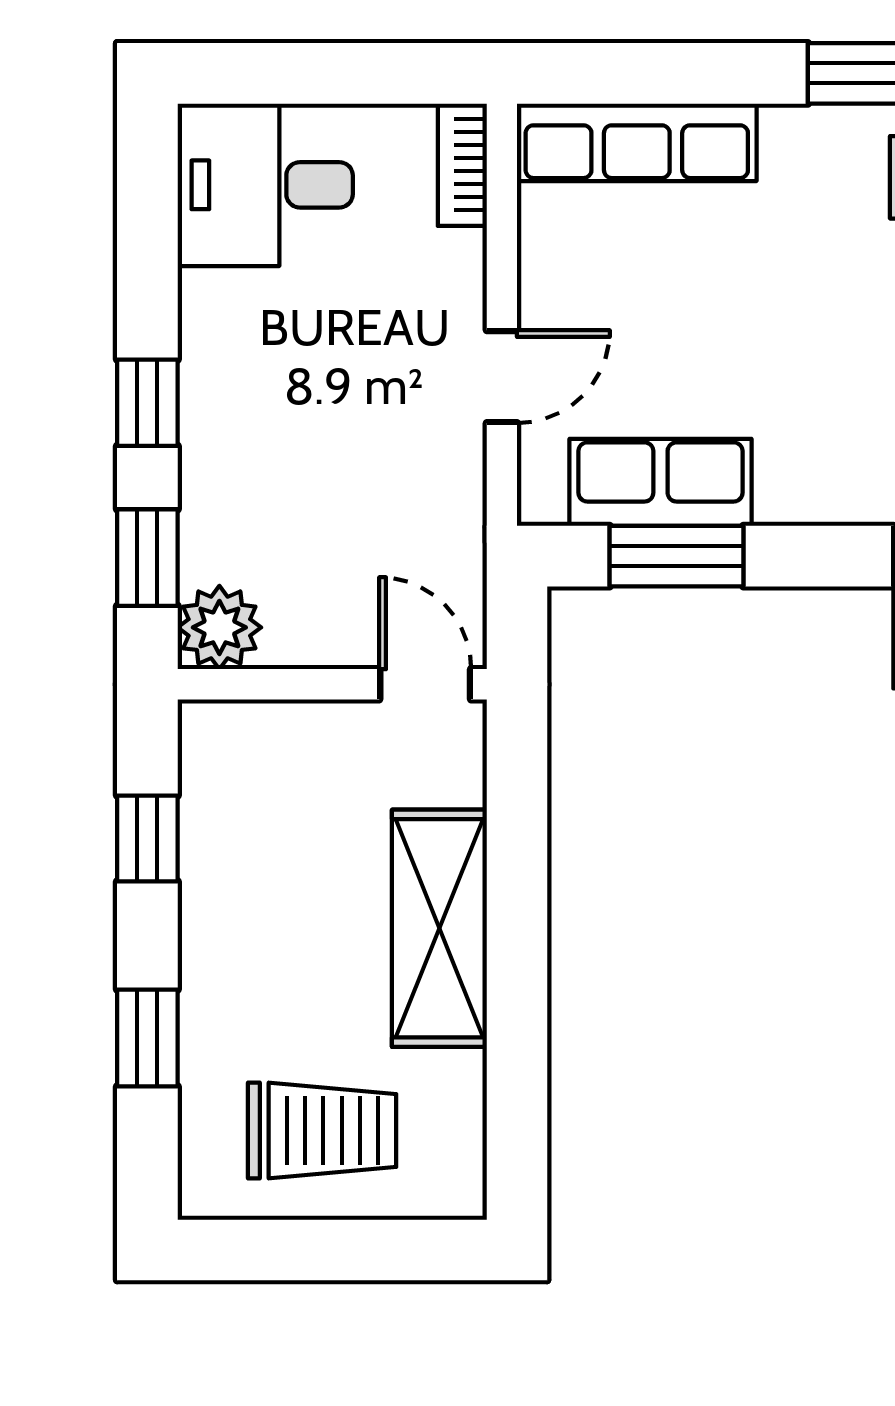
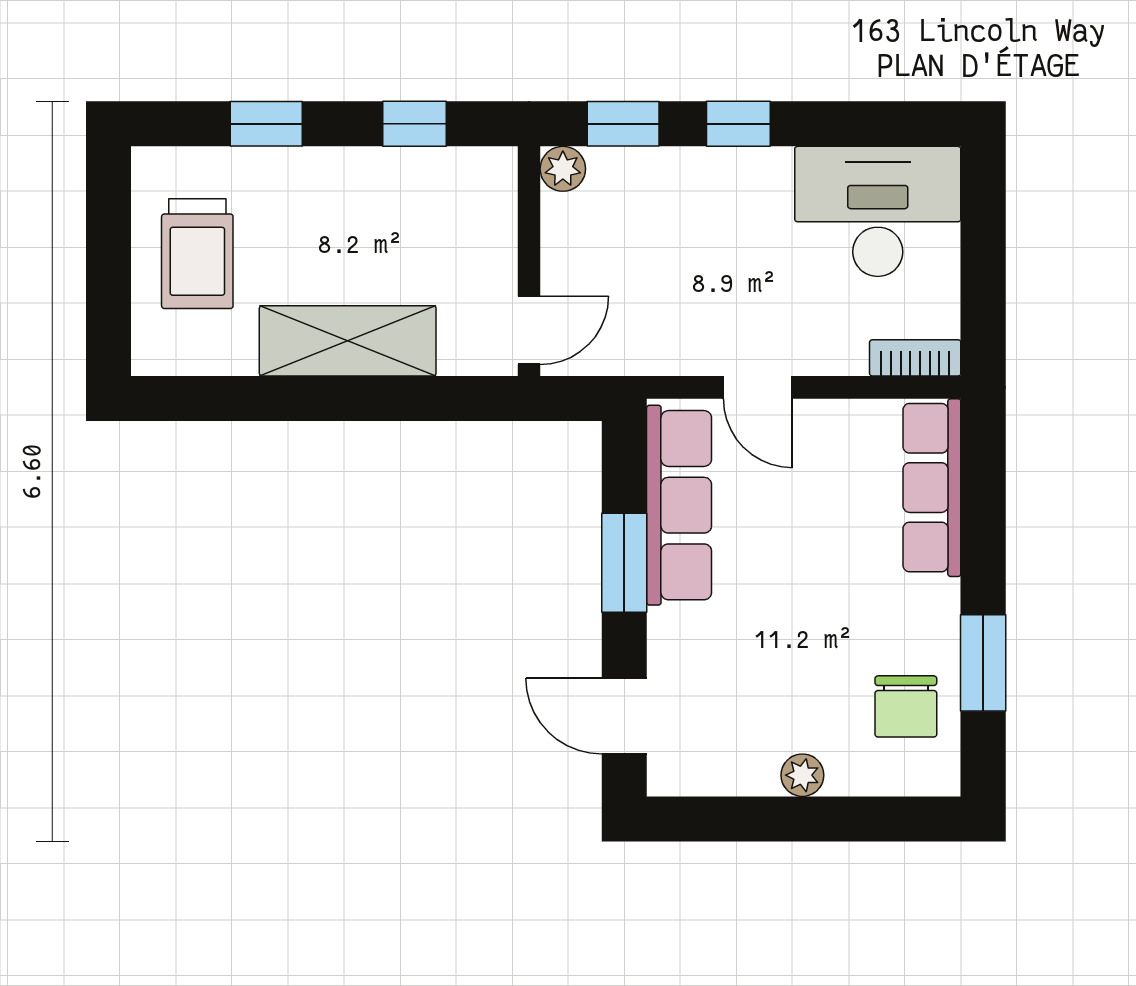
desk: (265, 185) -> (878, 211), width x1.37
row of seats: (660, 482) -> (679, 505), width x1.48
window: (676, 556) -> (624, 563), moved
plant: (219, 627) -> (563, 169), width x0.73, depth x0.73

